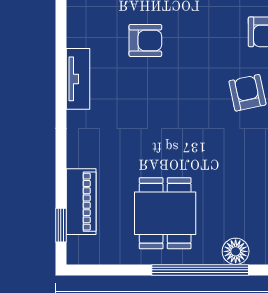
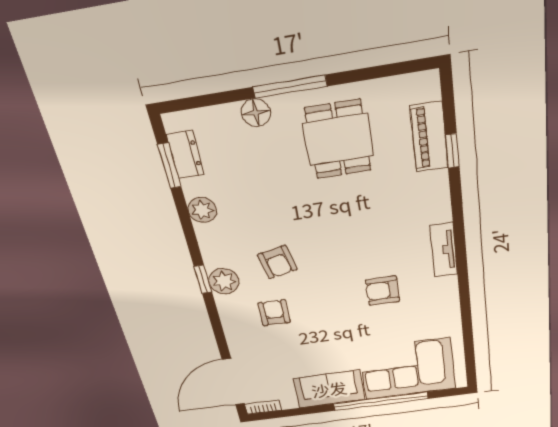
window: (61, 225) -> (452, 151), moved
window: (200, 270) -> (290, 87), width x0.68

